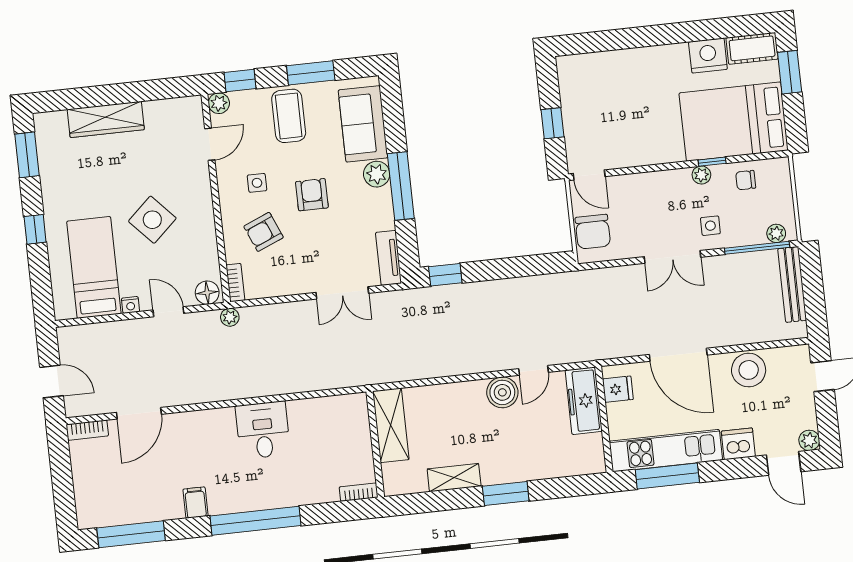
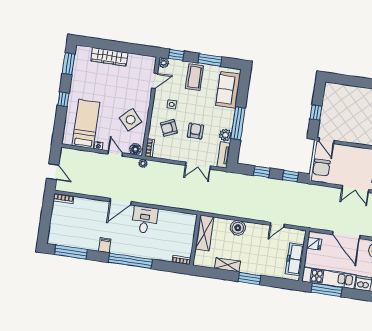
plant: (377, 174) -> (225, 135), moved
armchair: (312, 195) -> (195, 131), moved
side table: (152, 220) -> (131, 120), moved
window: (534, 265) -> (290, 176), added
window: (445, 275) -> (262, 172), moved
boiler: (502, 392) -> (238, 228), moved
freezer: (584, 401) -> (295, 259), moved
door: (139, 413) -> (121, 202), moved

